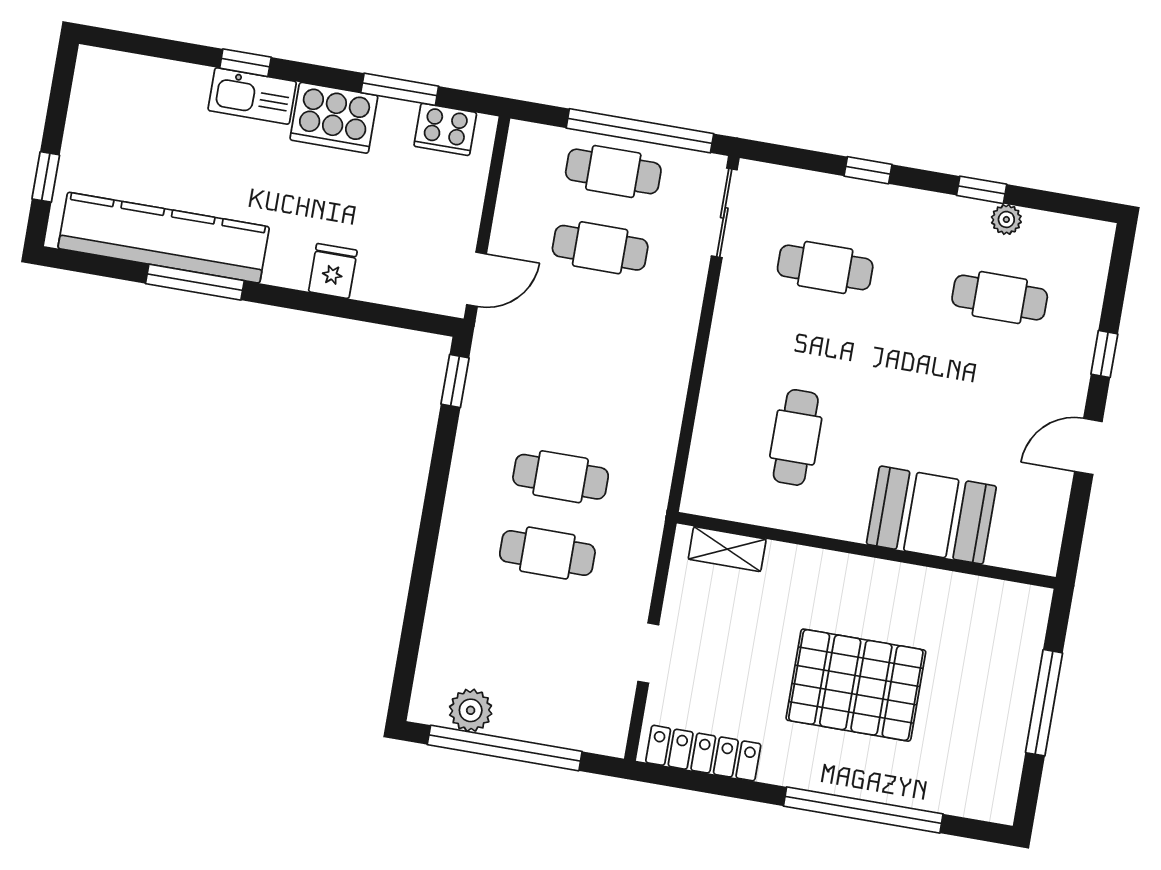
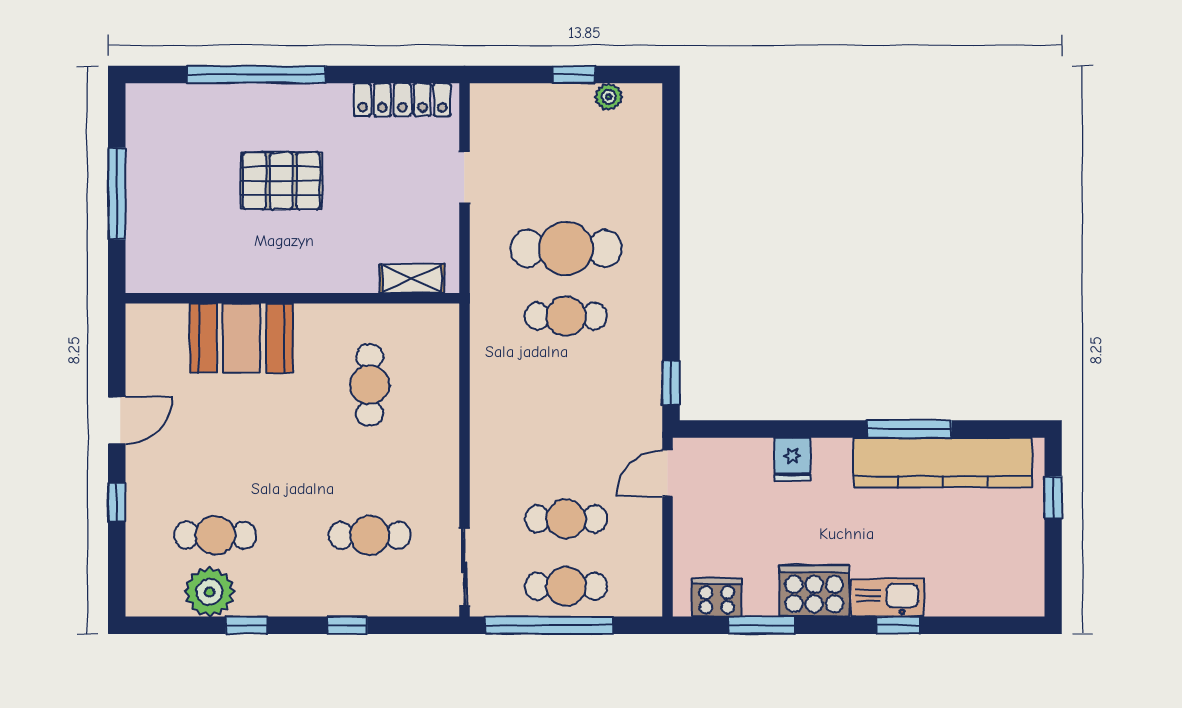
plant: (1006, 219) -> (209, 592), width x1.88, depth x1.88
cafe table: (547, 553) -> (566, 249), width x1.37, depth x1.35
pallet: (856, 685) -> (281, 181), width x0.73, depth x0.71
plant: (471, 710) -> (609, 97), width x0.73, depth x0.73
window: (505, 748) -> (574, 75), width x0.32

